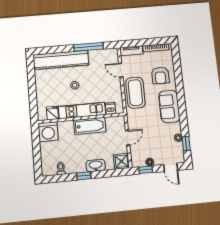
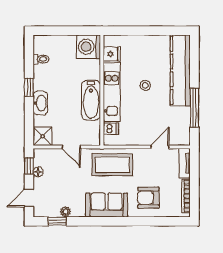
coffee table: (135, 93) -> (112, 165), moved

